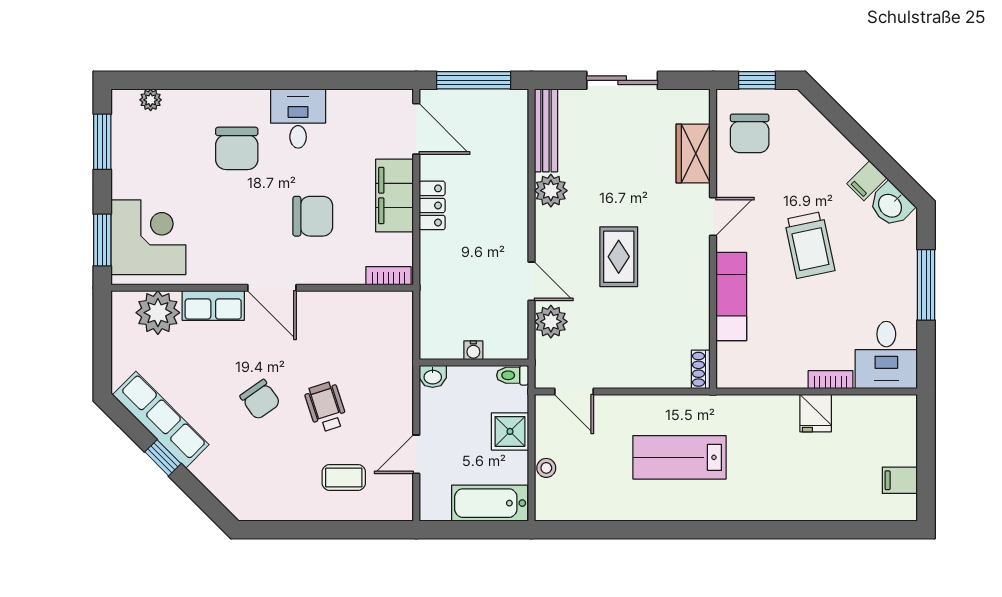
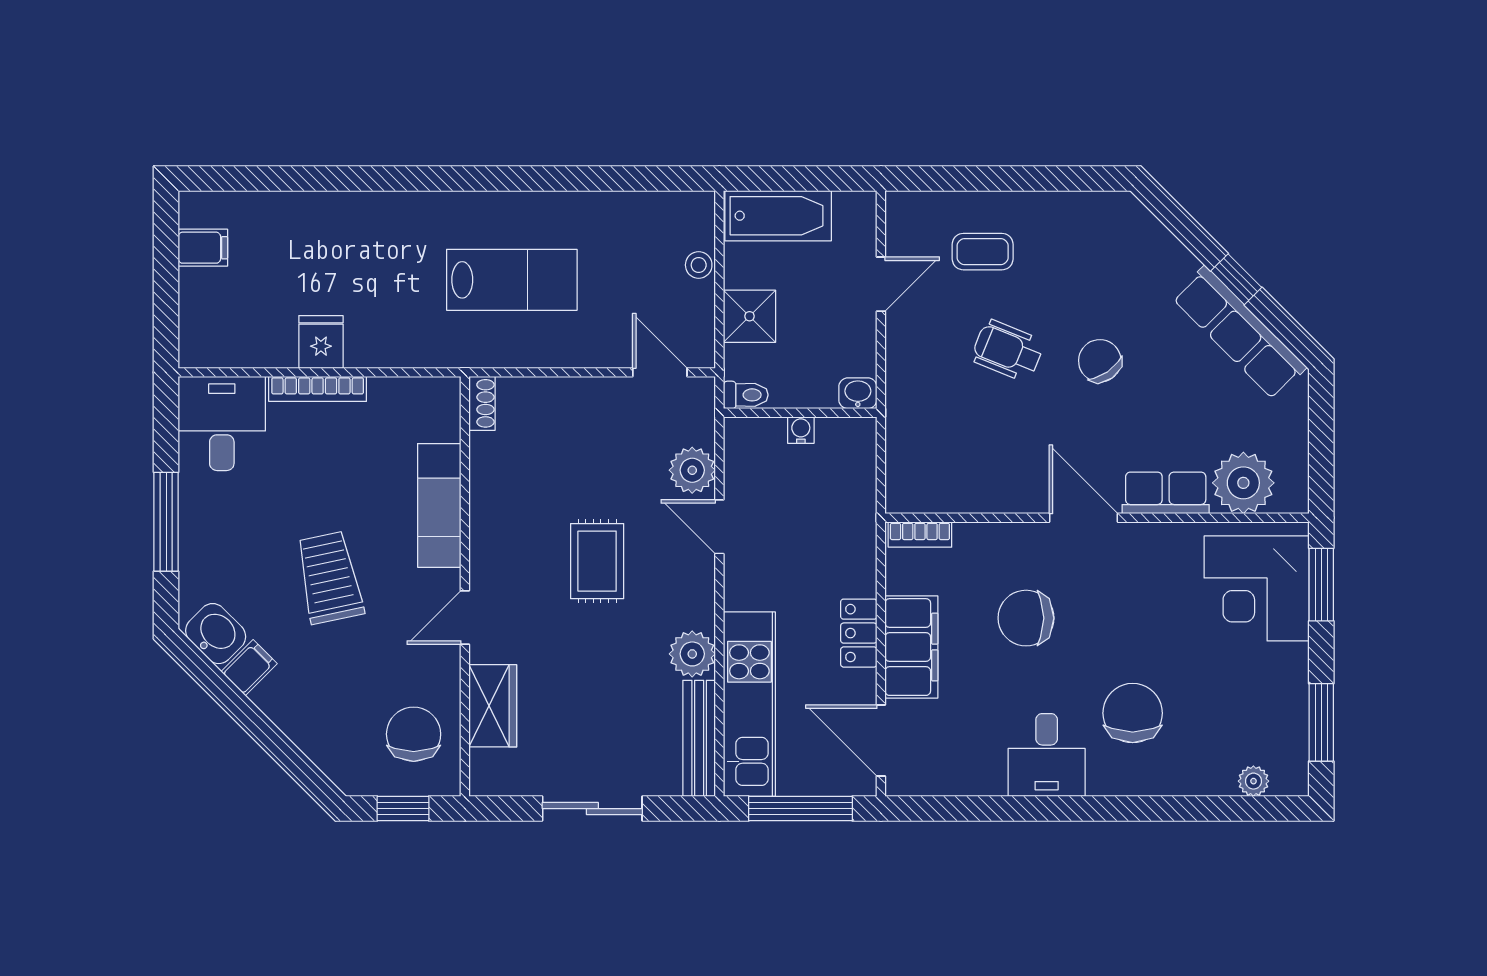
kitchen unit: (510, 155) -> (749, 704), added
bookcase: (831, 380) -> (318, 389), width x1.56
wheelchair: (326, 407) -> (1008, 351), turned 130

